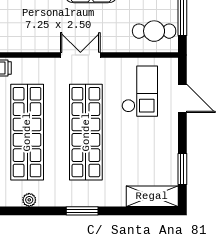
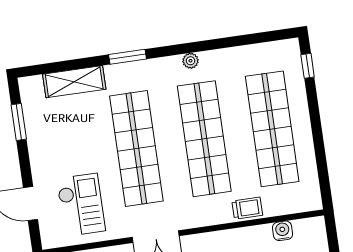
checkout: (140, 91) -> (81, 205), turned 180
shelving: (152, 196) -> (74, 82), moved

